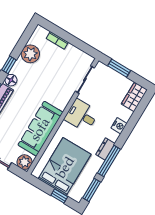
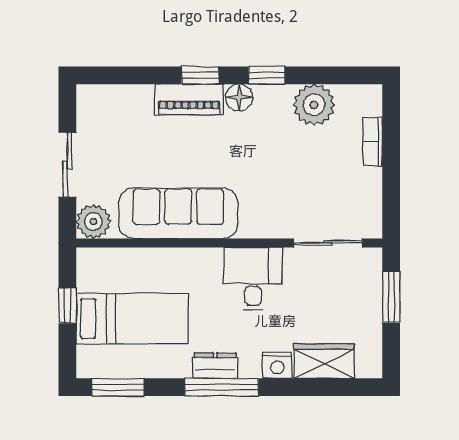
wardrobe: (134, 97) -> (324, 361), moved
window: (109, 161) -> (222, 387), moved
bed: (65, 167) -> (132, 319), width x0.67
window: (59, 196) -> (67, 306), moved

